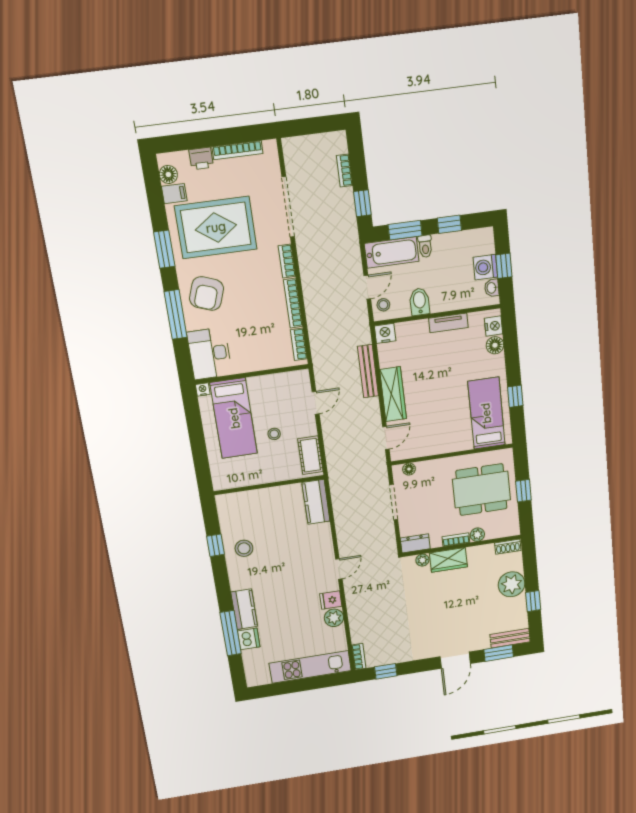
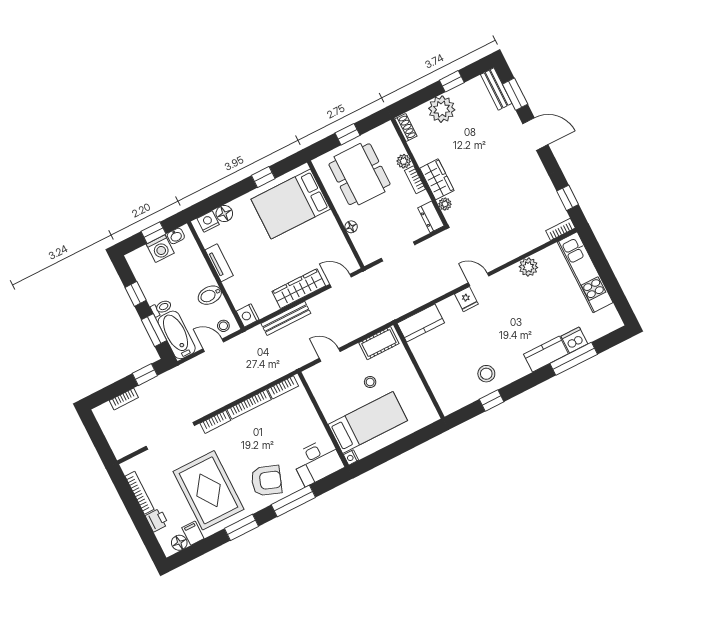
bed: (486, 413) -> (291, 204), width x1.50
floor lamp: (409, 469) -> (351, 227), moved
fridge: (331, 600) -> (466, 299), moved

